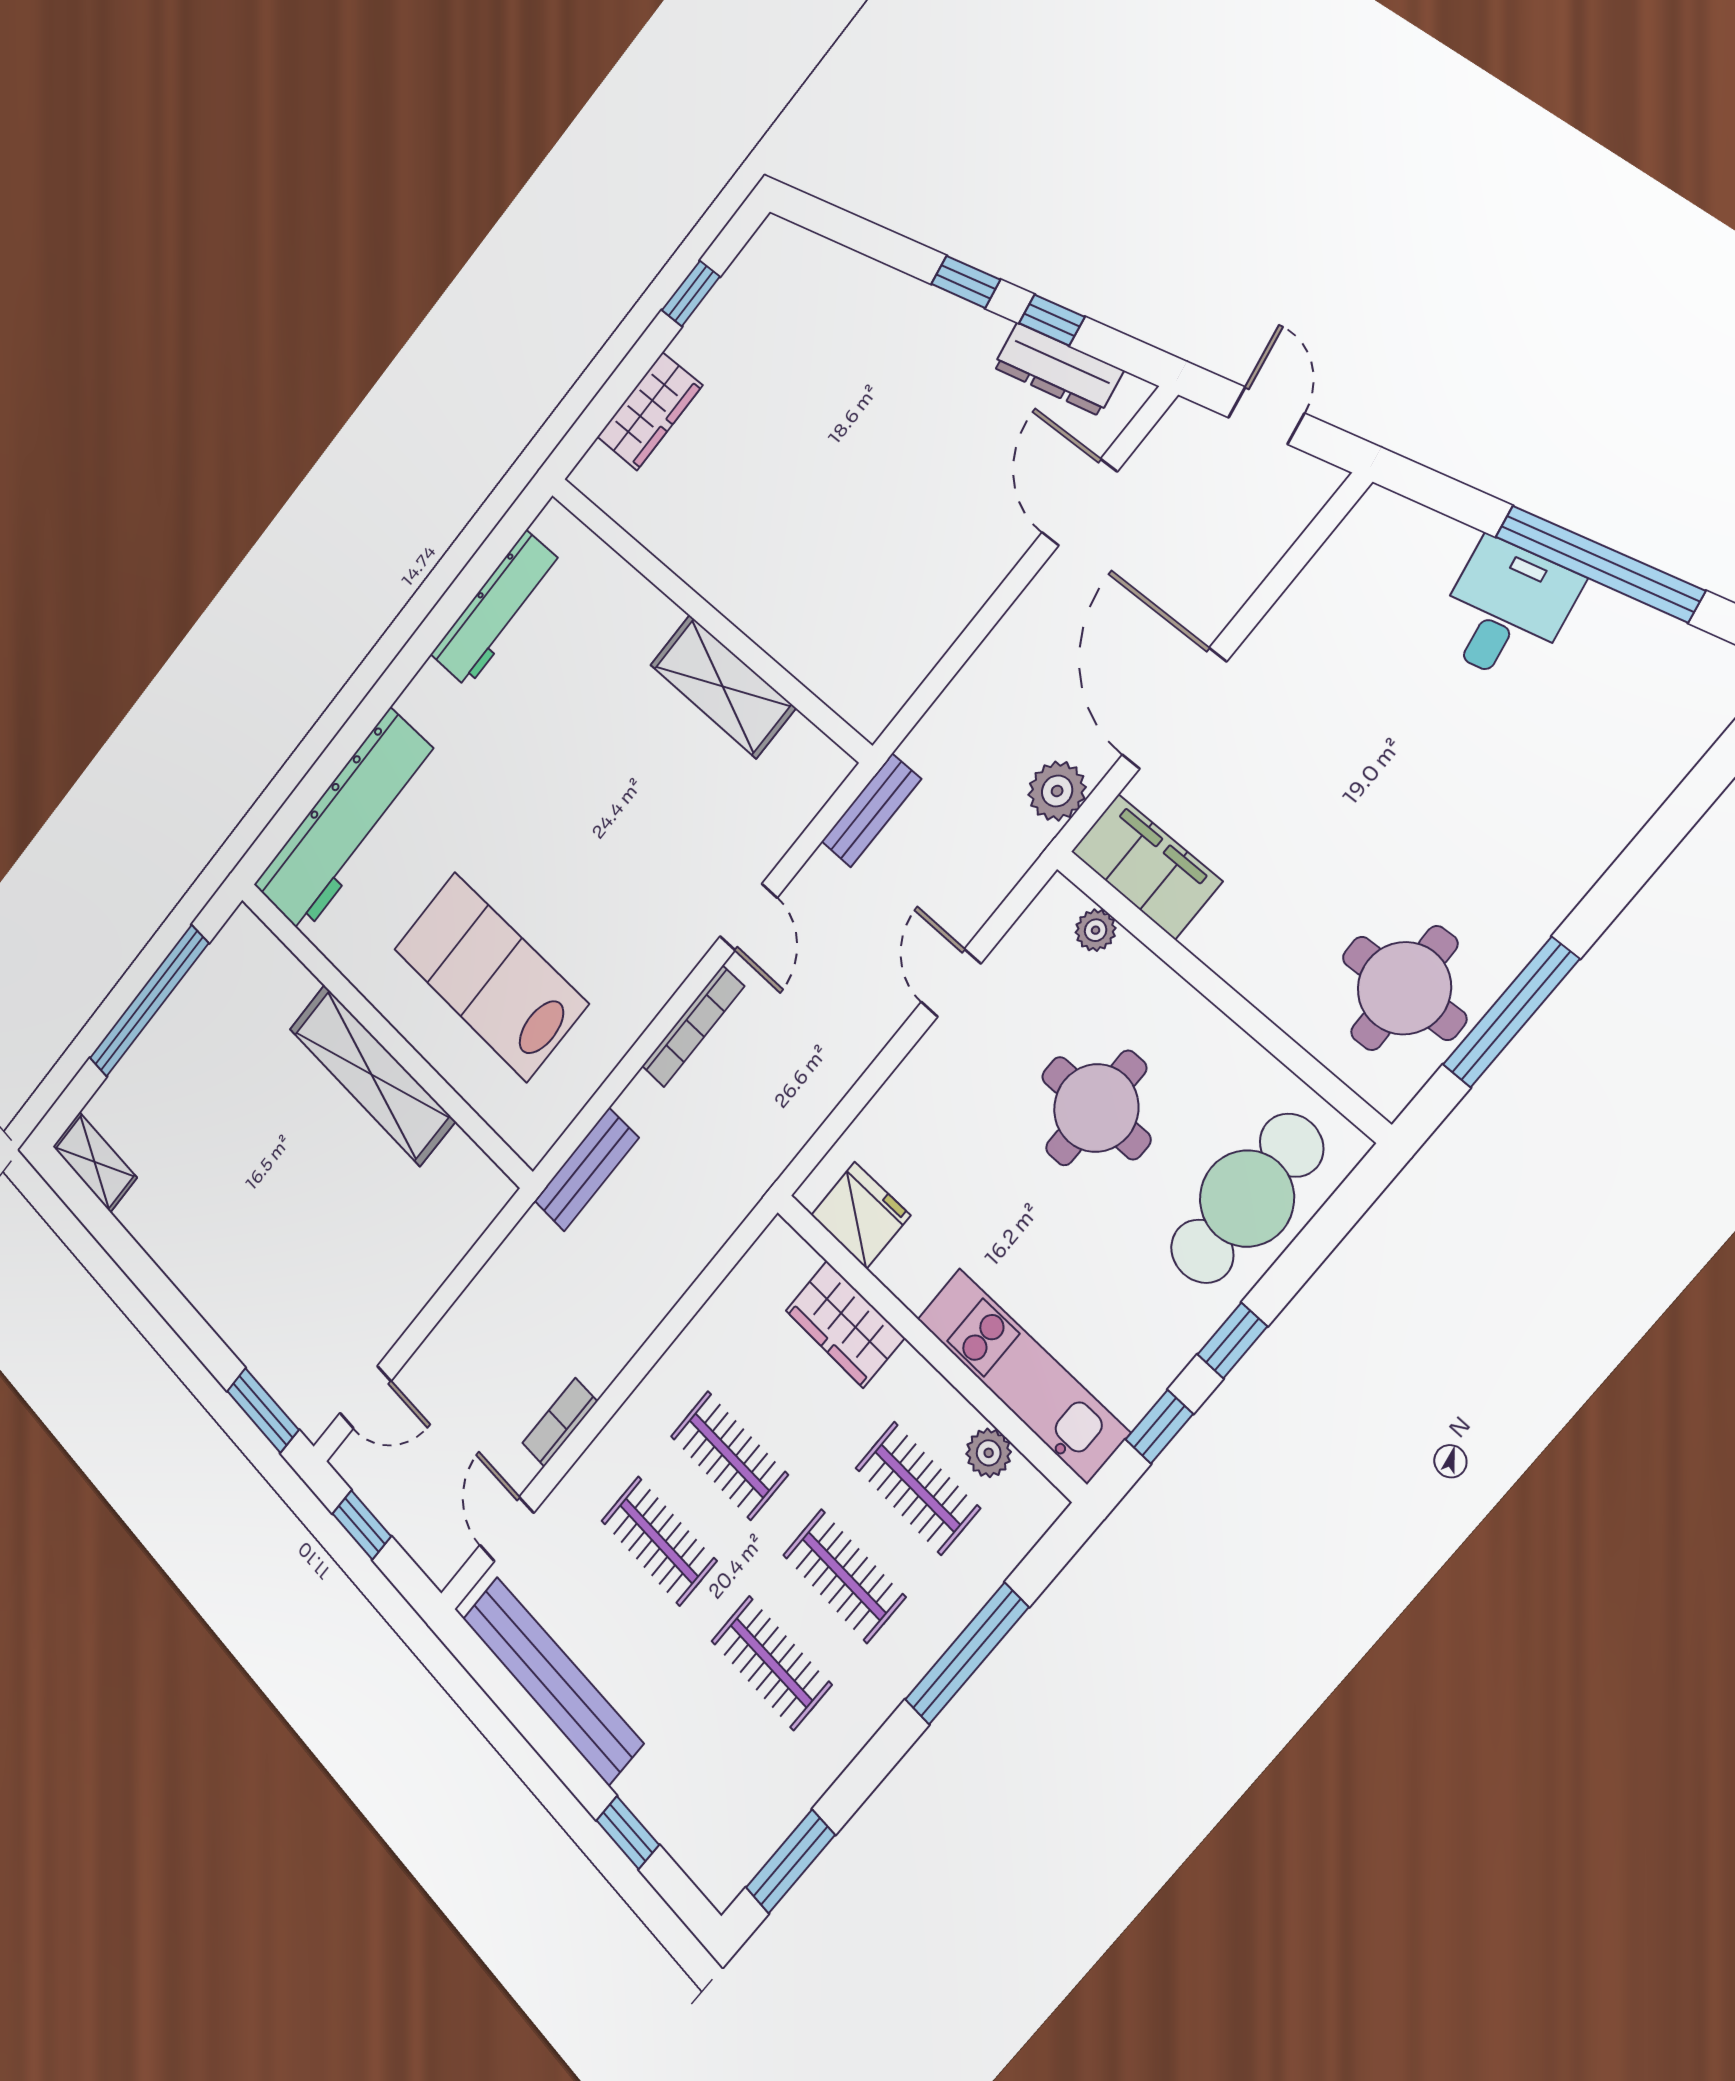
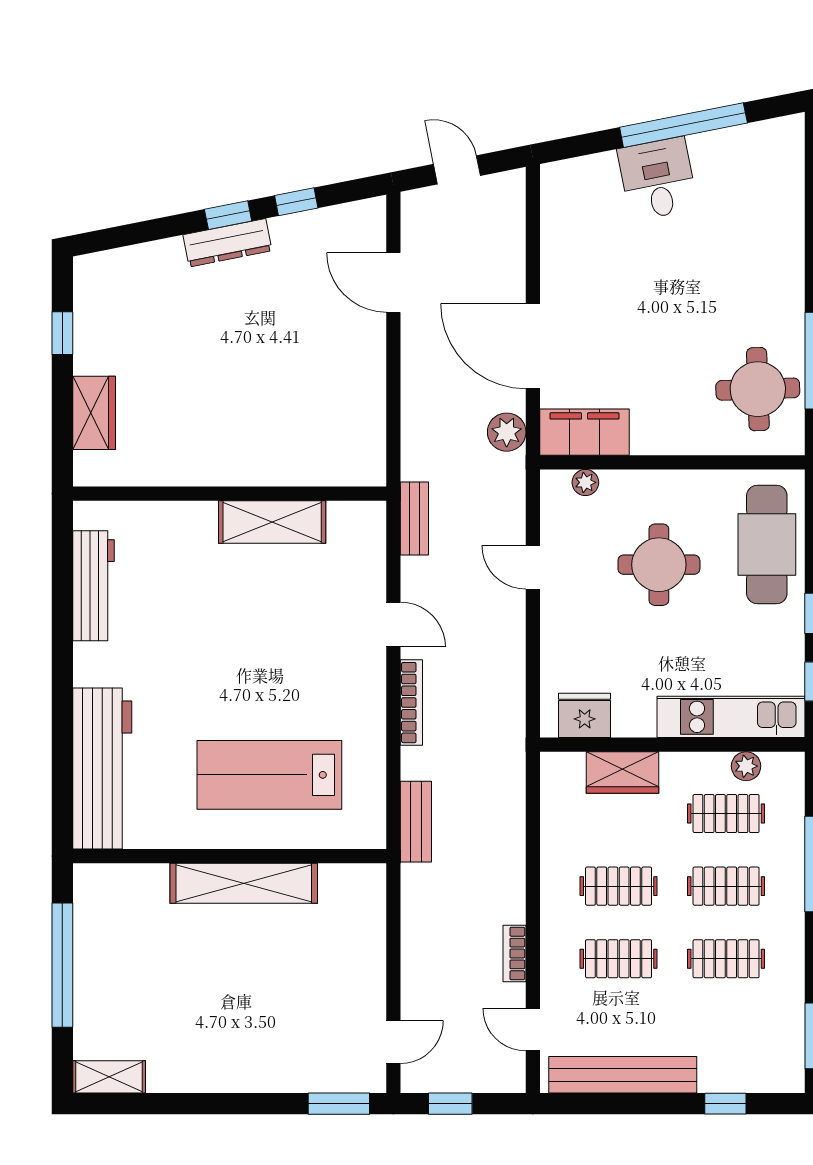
dresser: (1058, 369) -> (227, 243), moved

